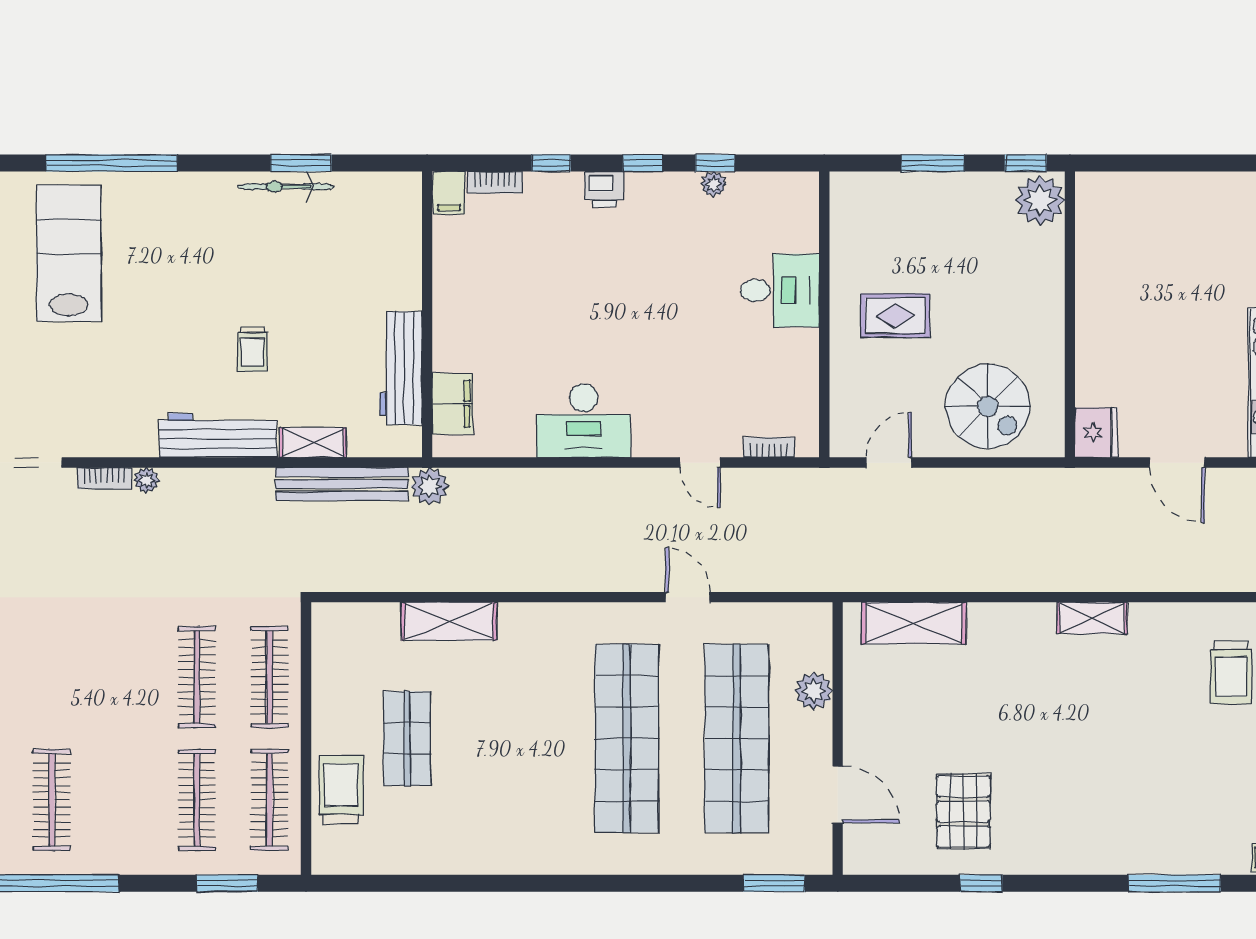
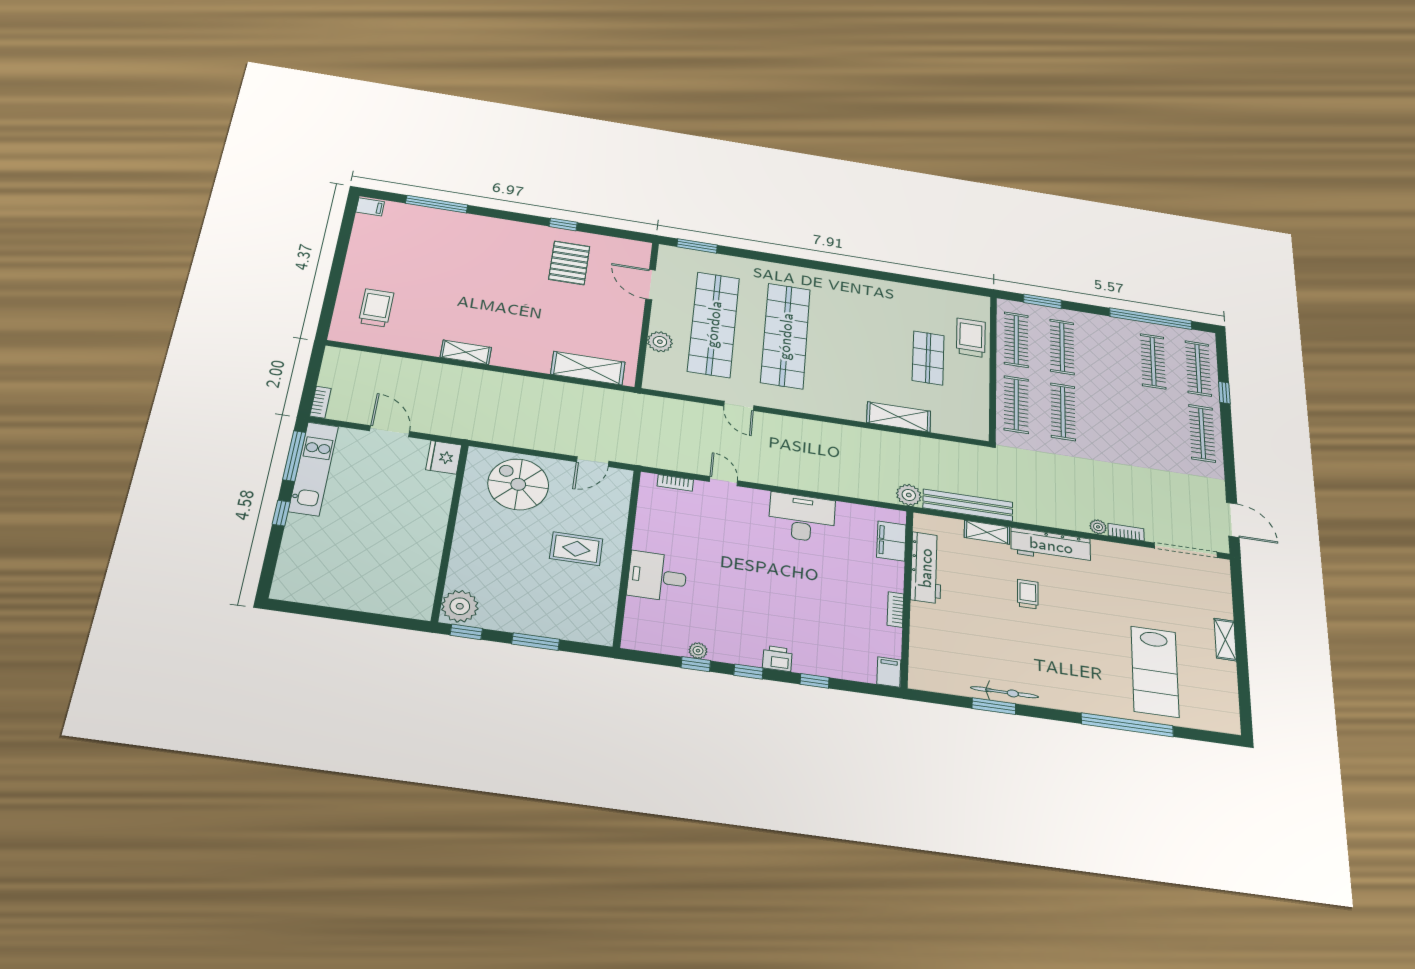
bookcase: (495, 182) -> (895, 610), moved, turned -90
trolley: (341, 790) -> (971, 338), turned 180

